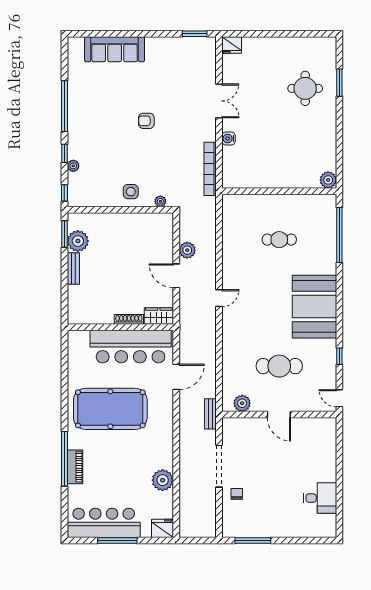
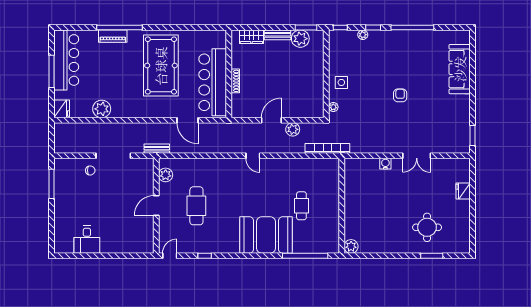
fridge: (232, 45) -> (463, 191), moved
bookcase: (210, 169) -> (327, 148), moved
booth: (314, 307) -> (266, 235), moved
wardrobe: (159, 316) -> (251, 37), moved, turned 90

